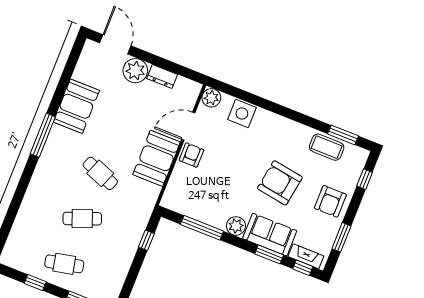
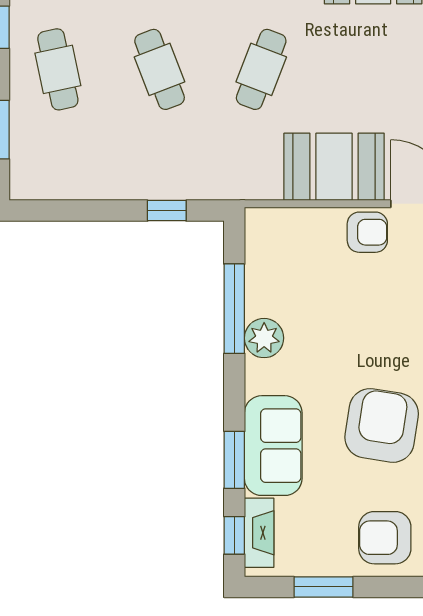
plant: (236, 226) -> (264, 338), moved

